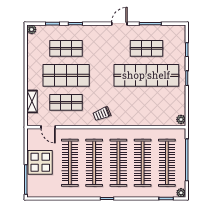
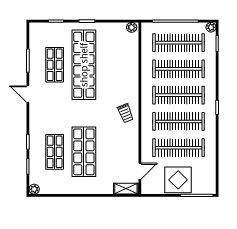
shelving: (32, 101) -> (126, 189), moved
shop shelf: (66, 102) -> (113, 152), removed

